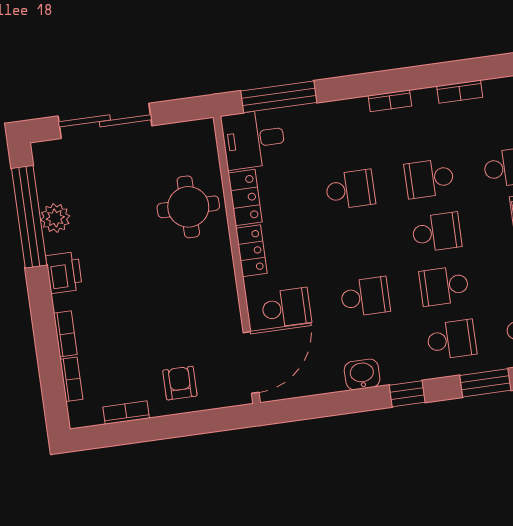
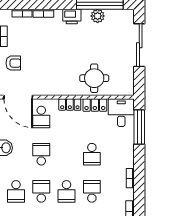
school desk: (365, 297) -> (41, 154), turned 180

